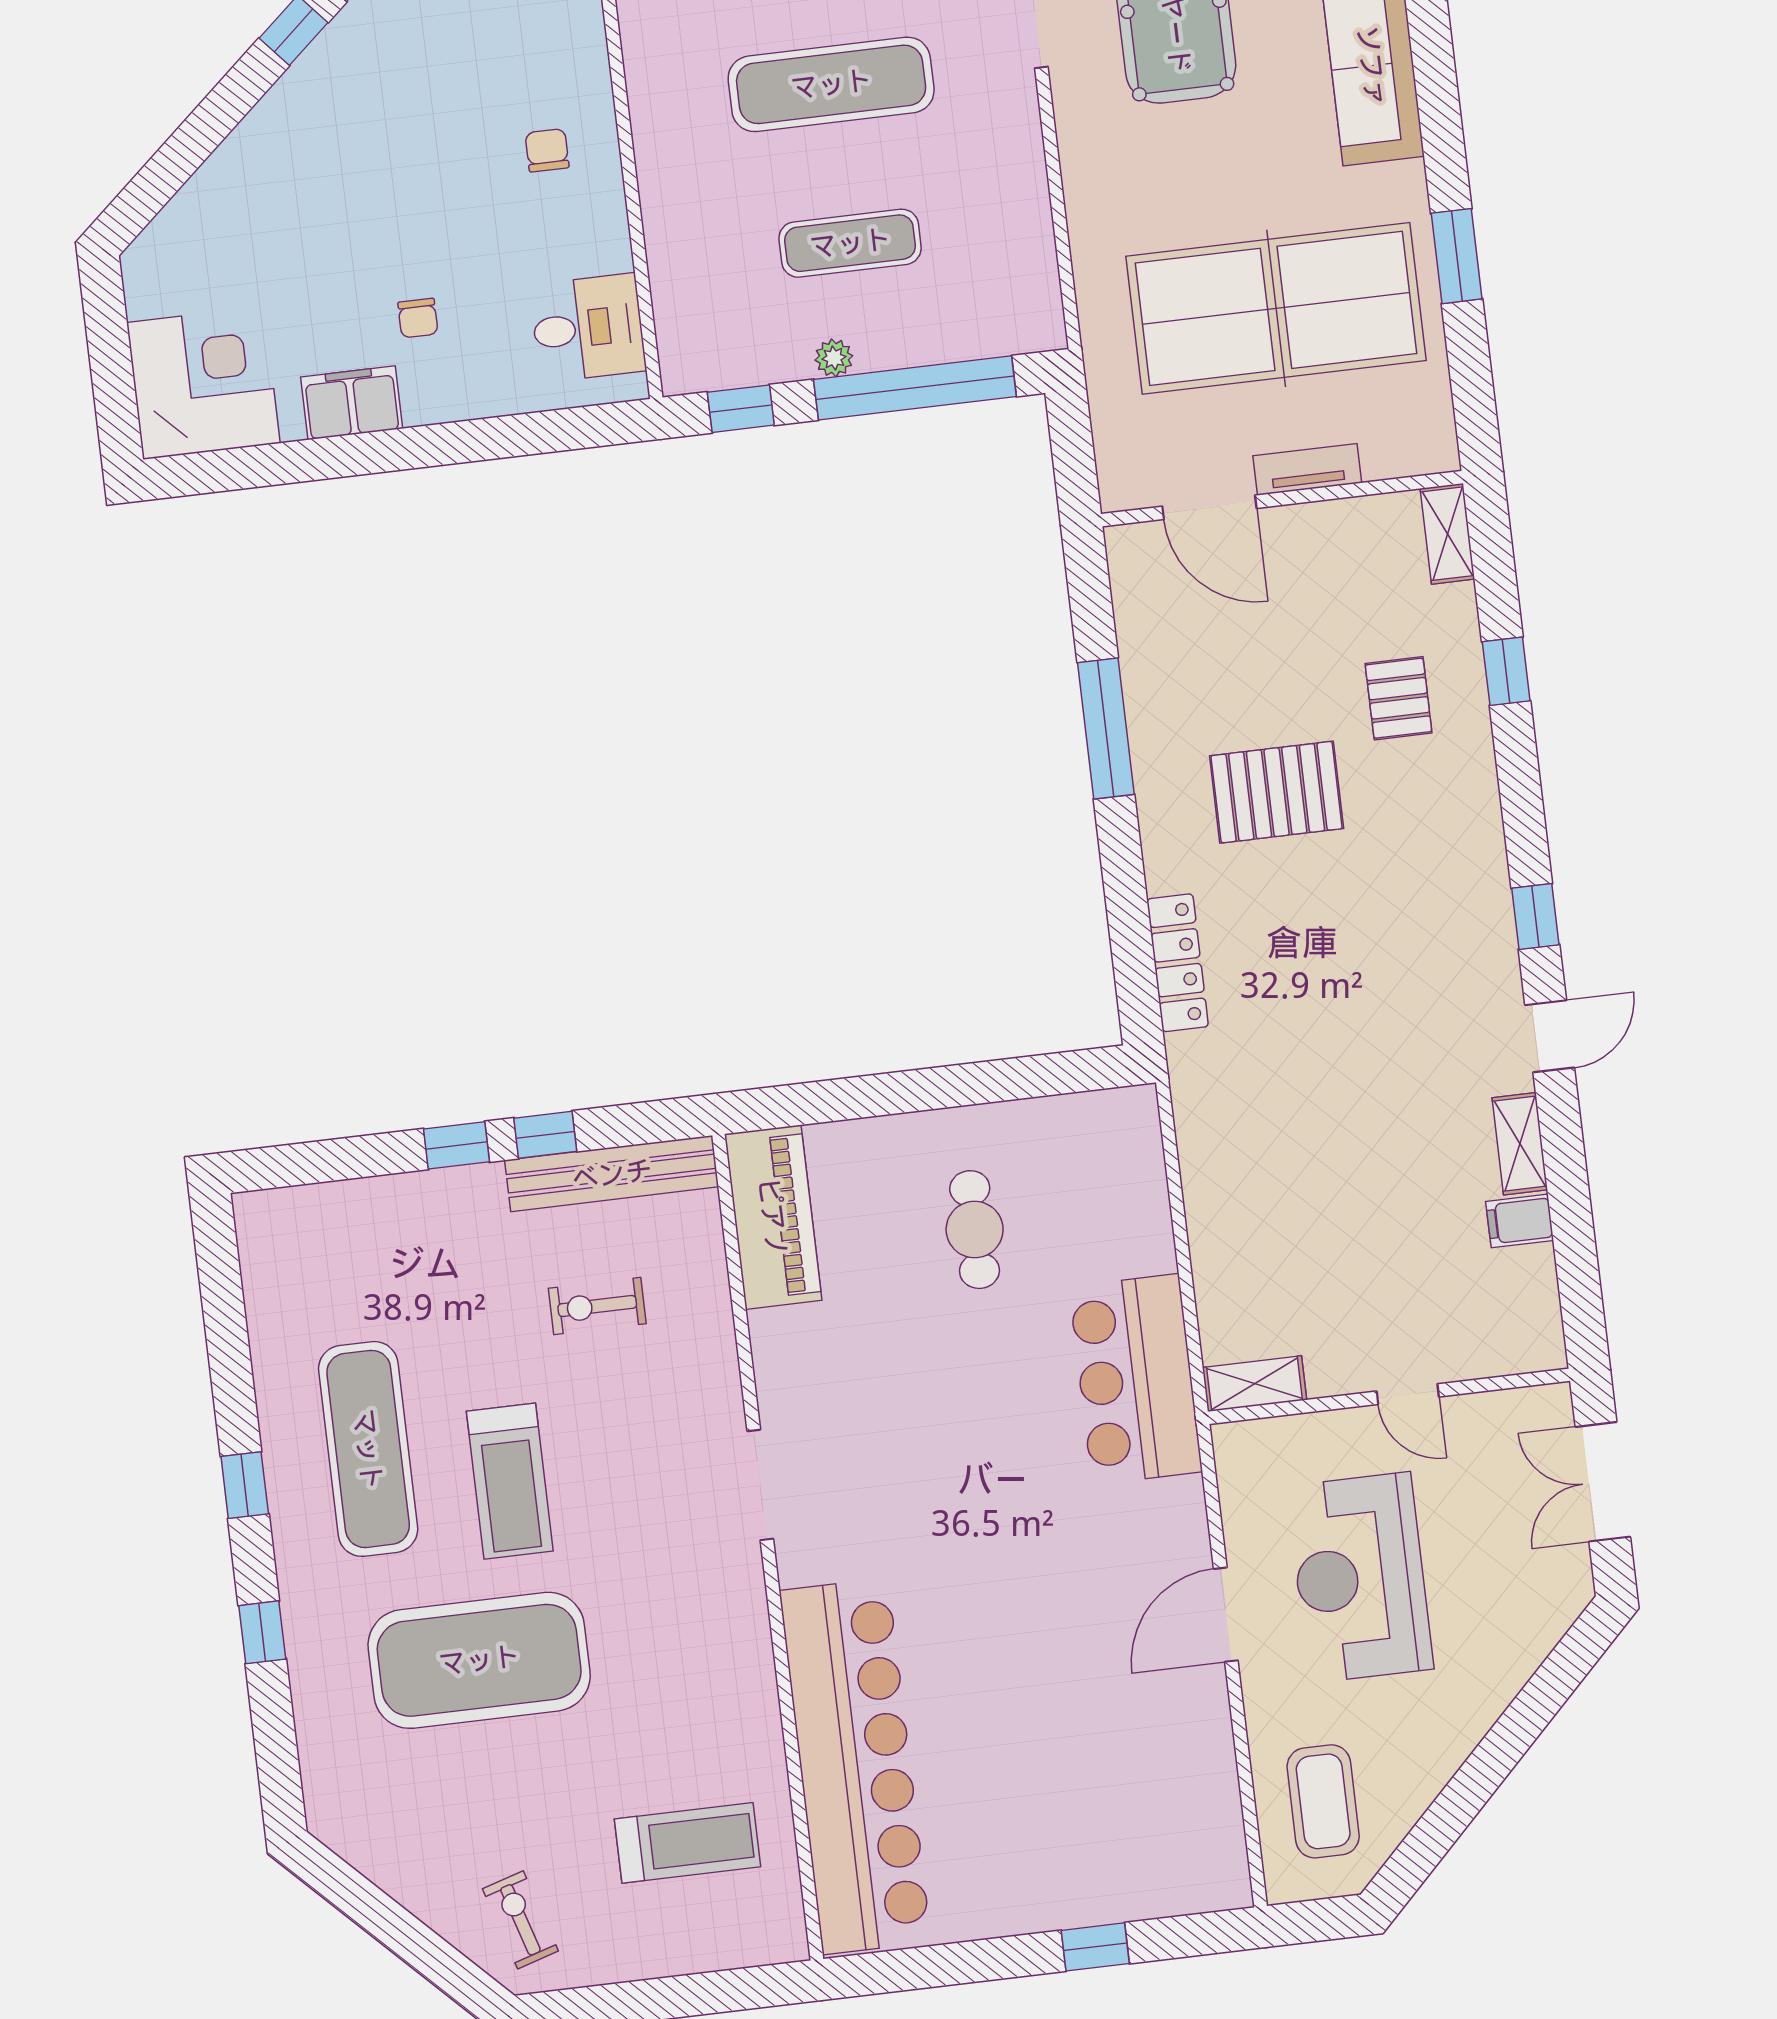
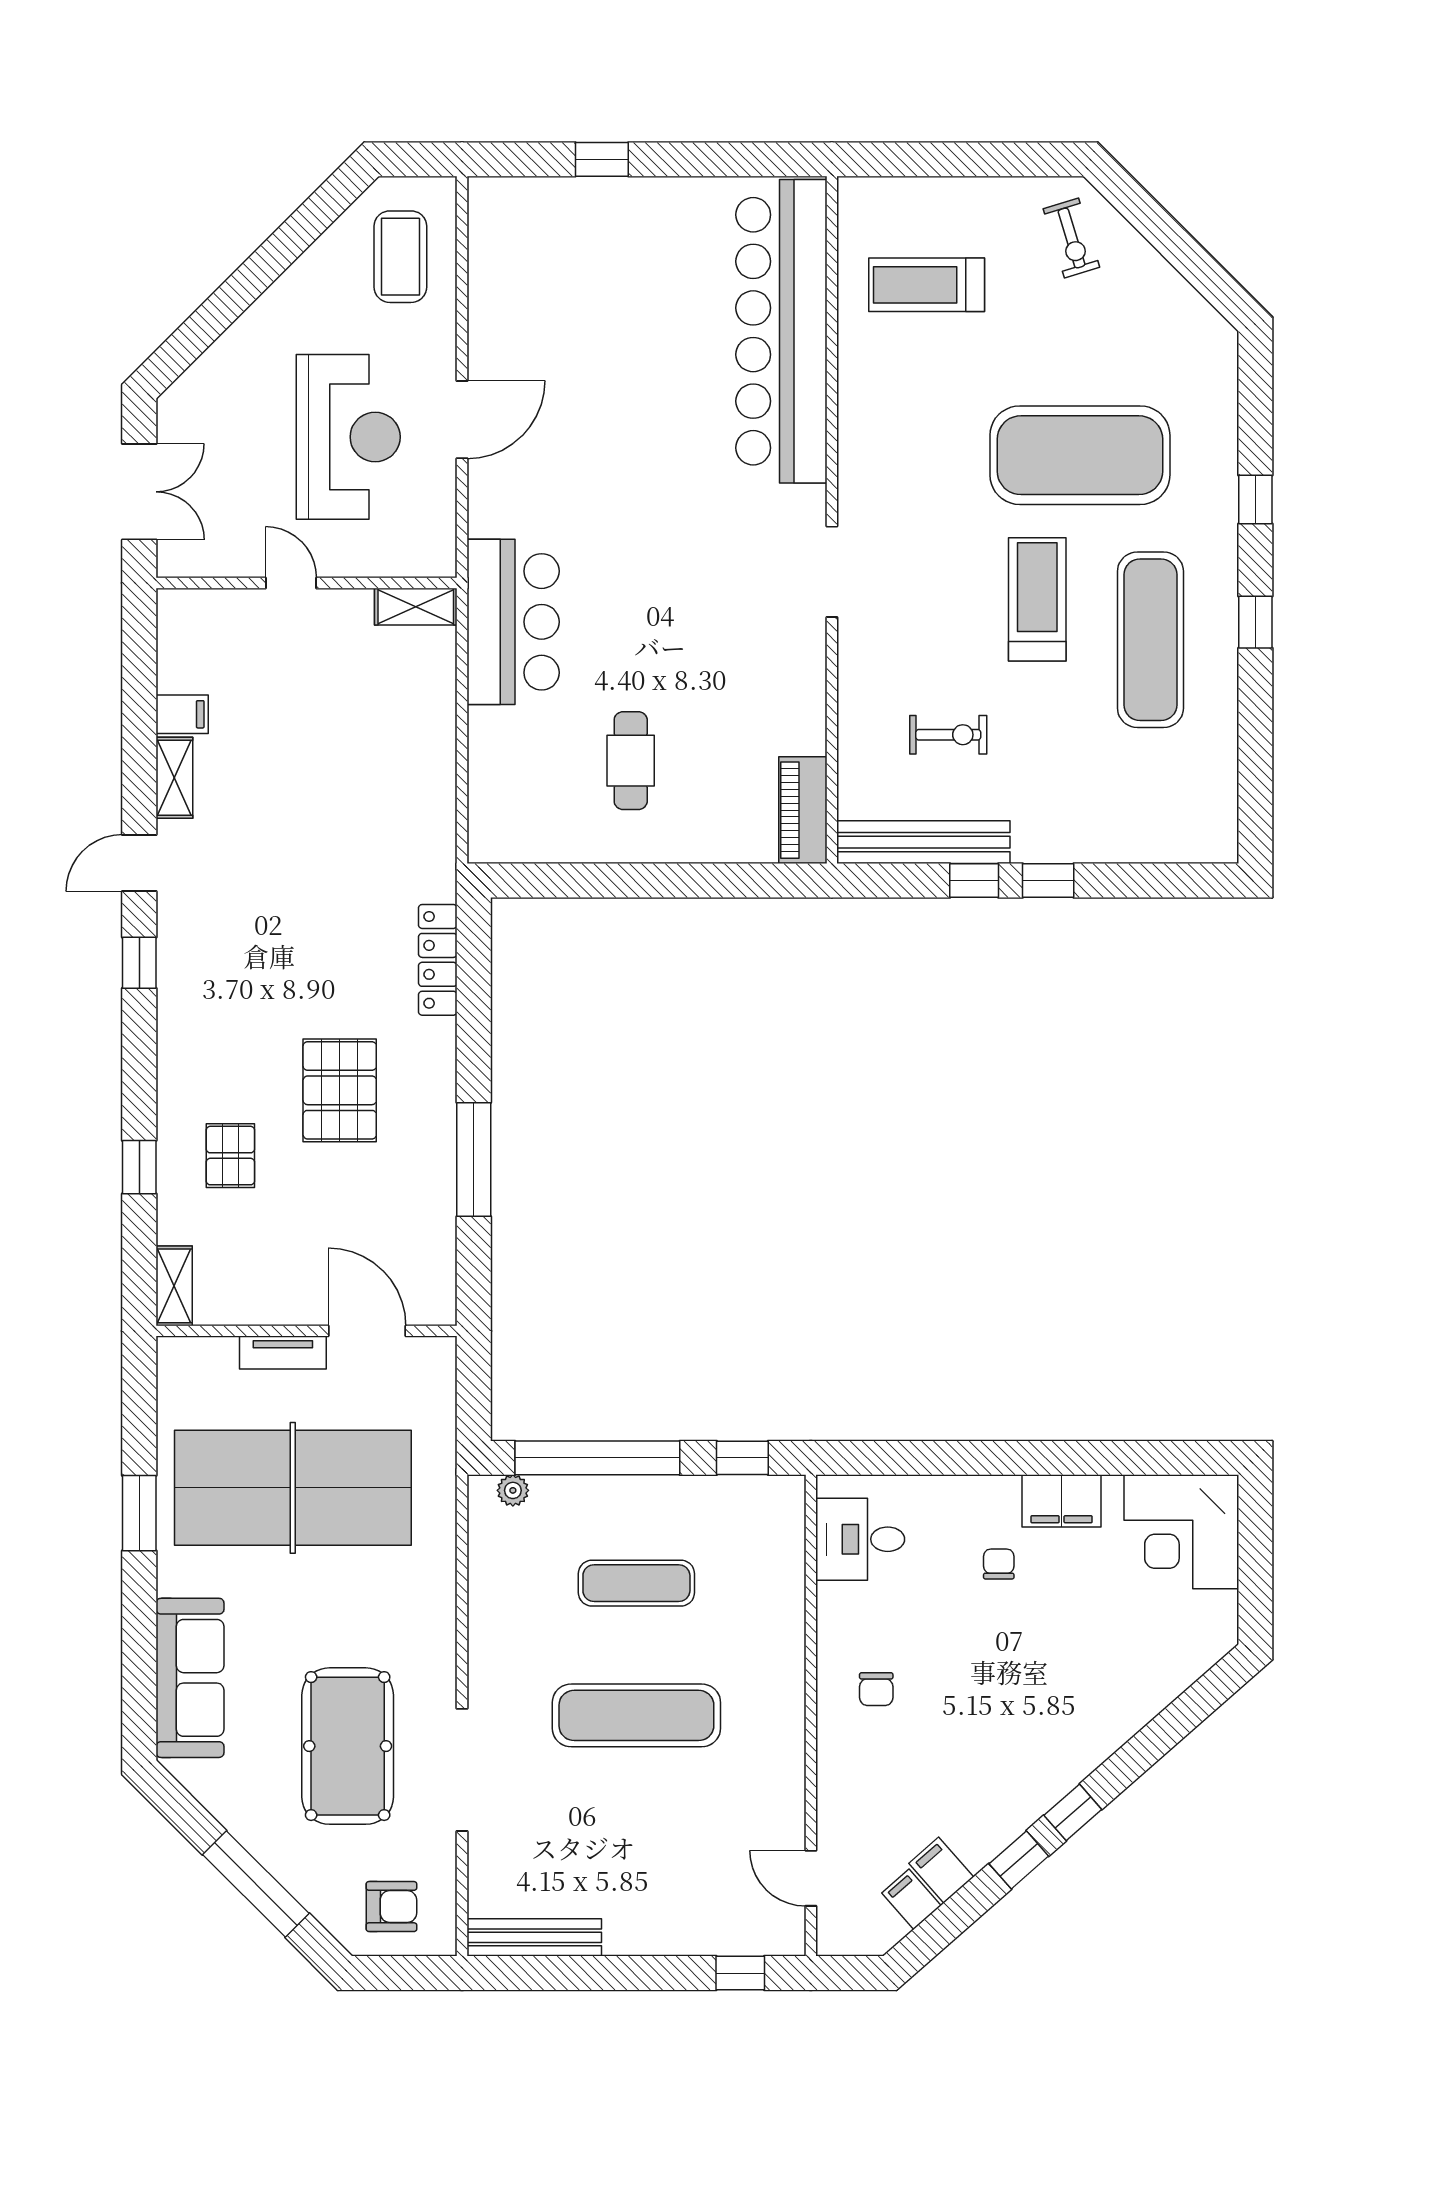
plant: (834, 358) -> (513, 1490), moved
pallet: (1277, 792) -> (340, 1090), turned 90
piano: (773, 1217) -> (803, 810), width x0.73, depth x0.75

